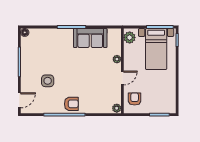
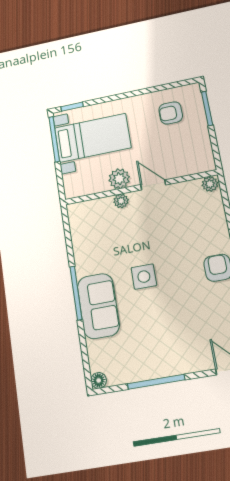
plant: (130, 37) -> (119, 179), moved
sofa: (90, 38) -> (98, 306), moved
side table: (48, 81) -> (144, 277), moved
armchair: (135, 99) -> (171, 113), moved

